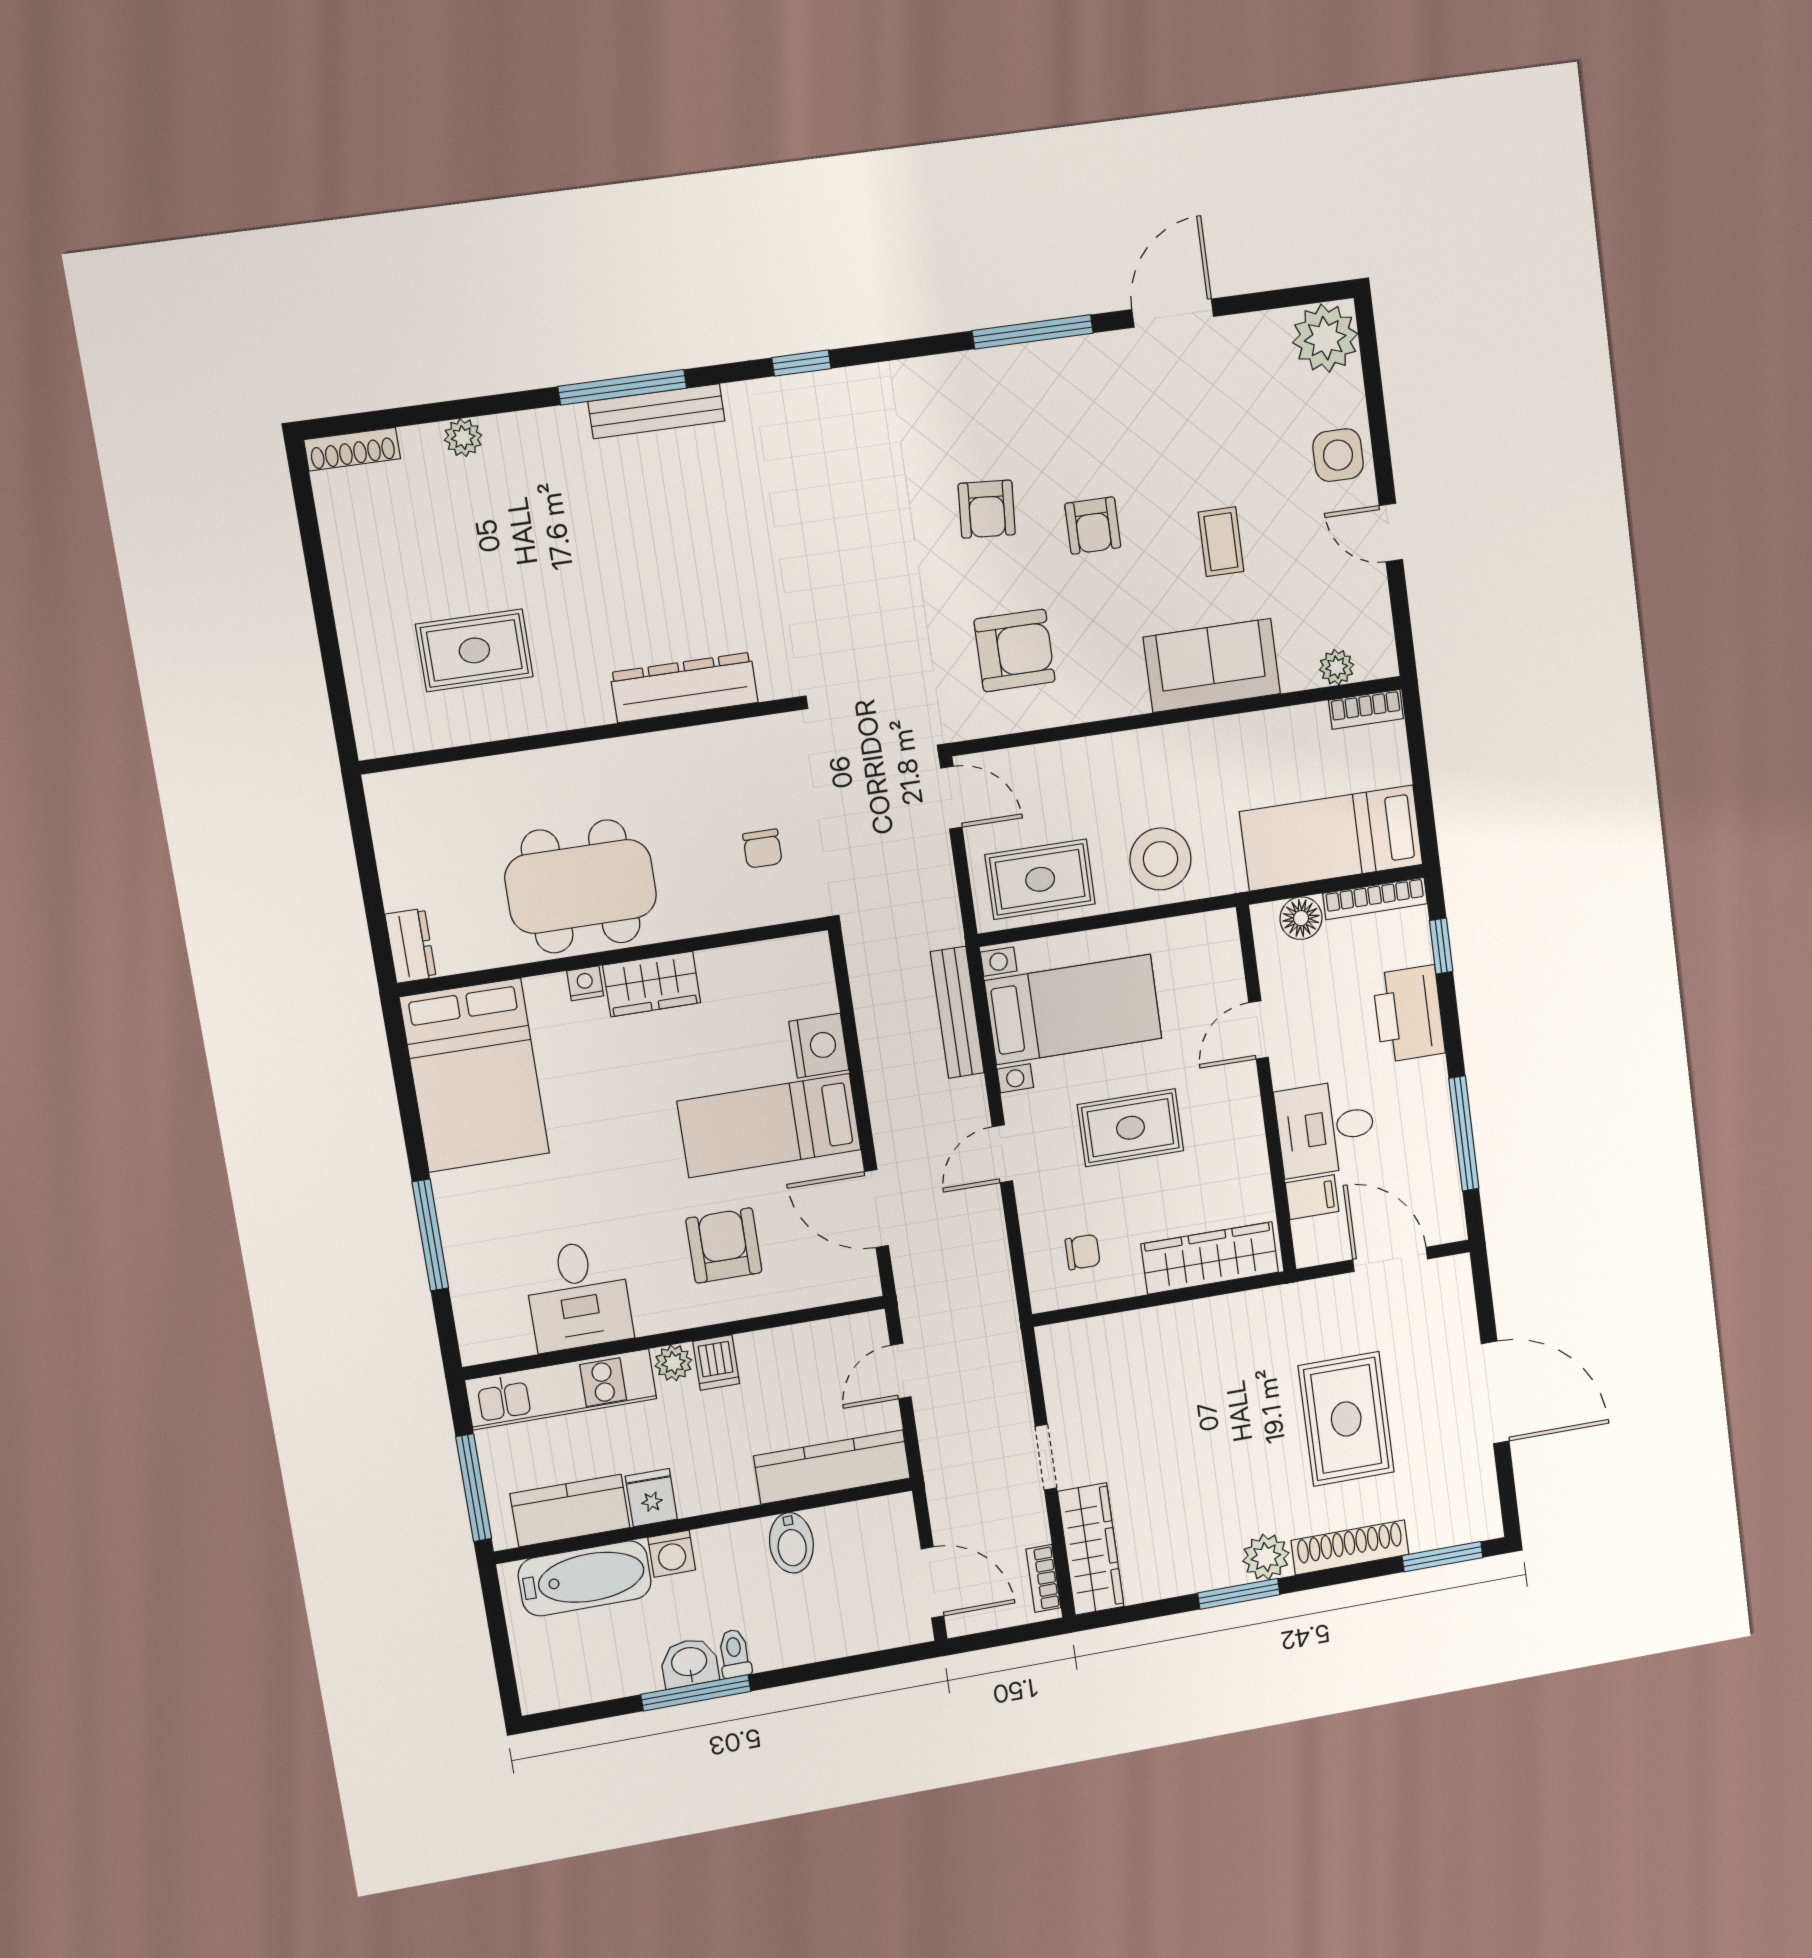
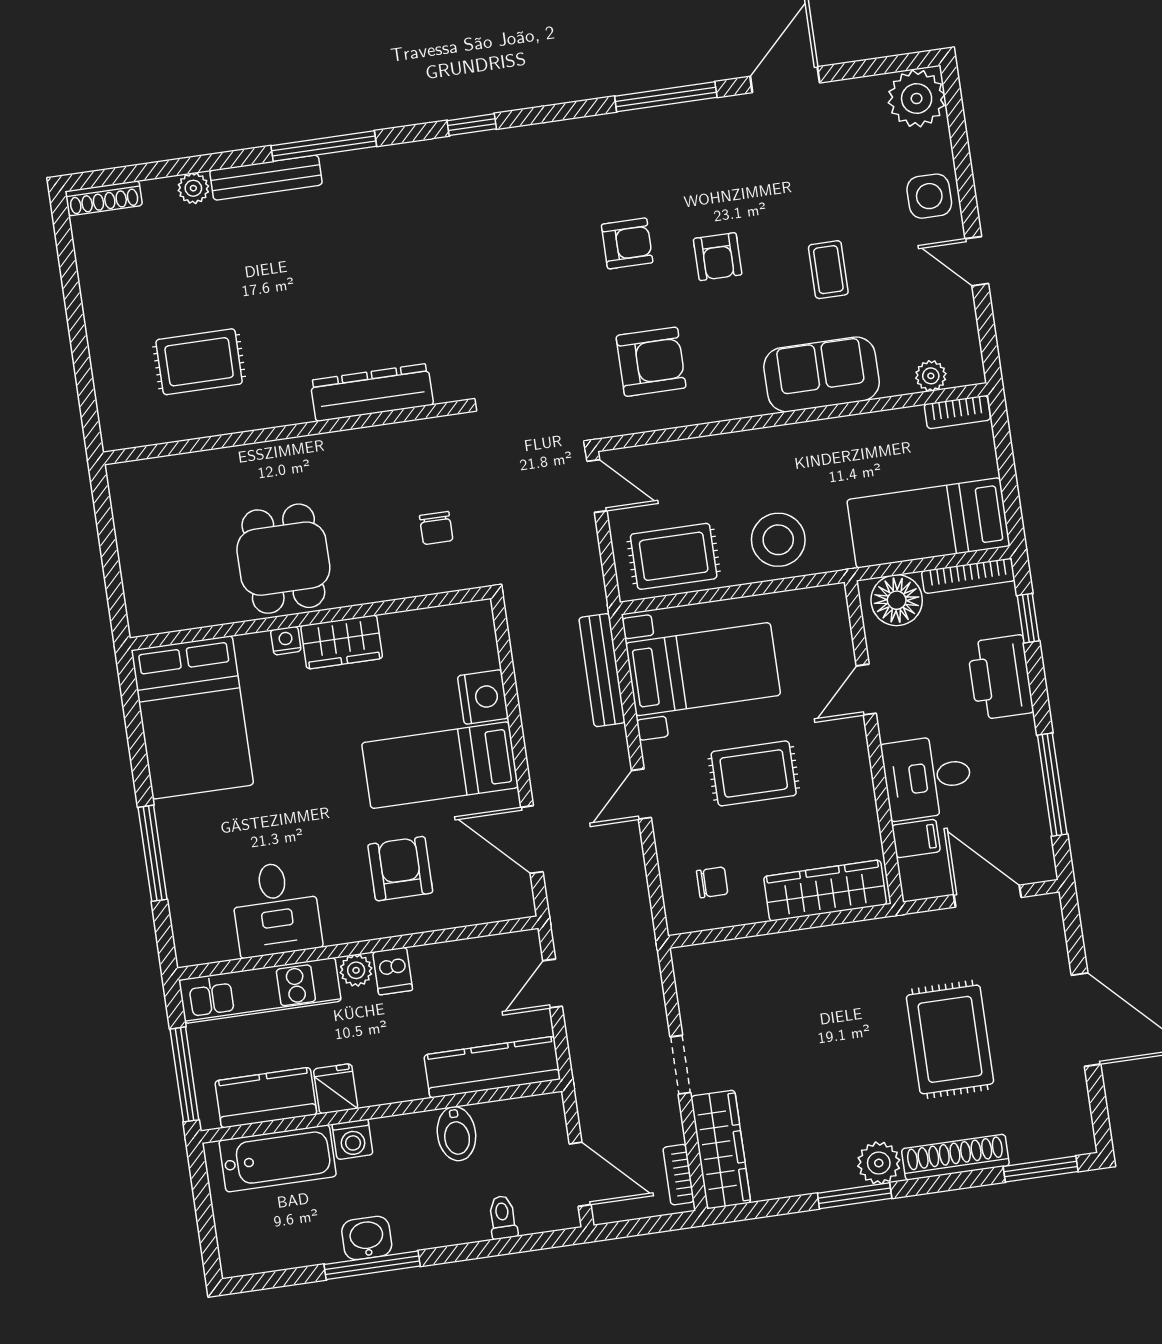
bench: (656, 411) -> (266, 178), moved
armchair: (987, 509) -> (627, 243), turned -94
dining table: (581, 886) -> (283, 559), width x0.73
floor lamp: (1301, 918) -> (897, 600), width x1.38, depth x1.38
dresser: (411, 946) -> (142, 607), removed
toilet: (735, 1654) -> (503, 1217), moved

